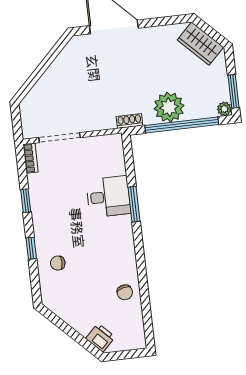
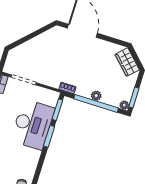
plant: (169, 107) -> (96, 96), width x0.53, depth x0.53
window: (129, 160) -> (57, 110), added
desk: (108, 197) -> (33, 124), width x1.87, depth x1.30

